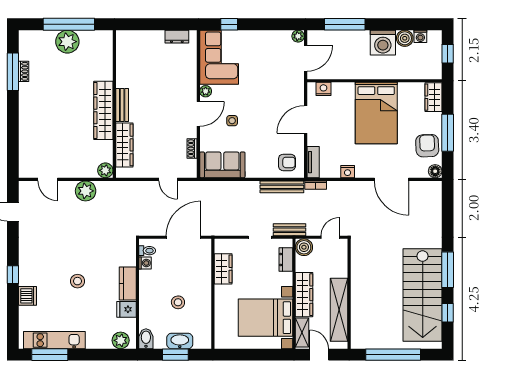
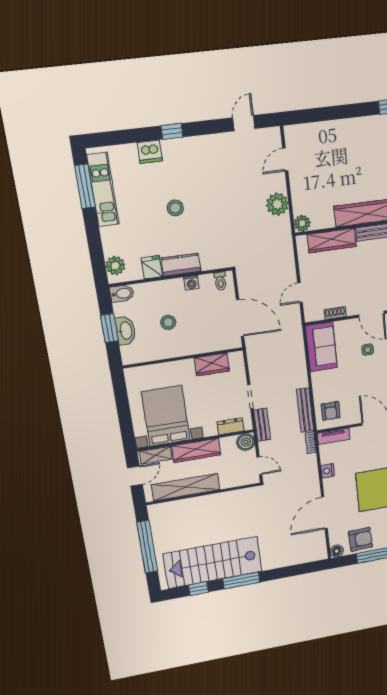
washing machine: (145, 263) -> (191, 283), moved

